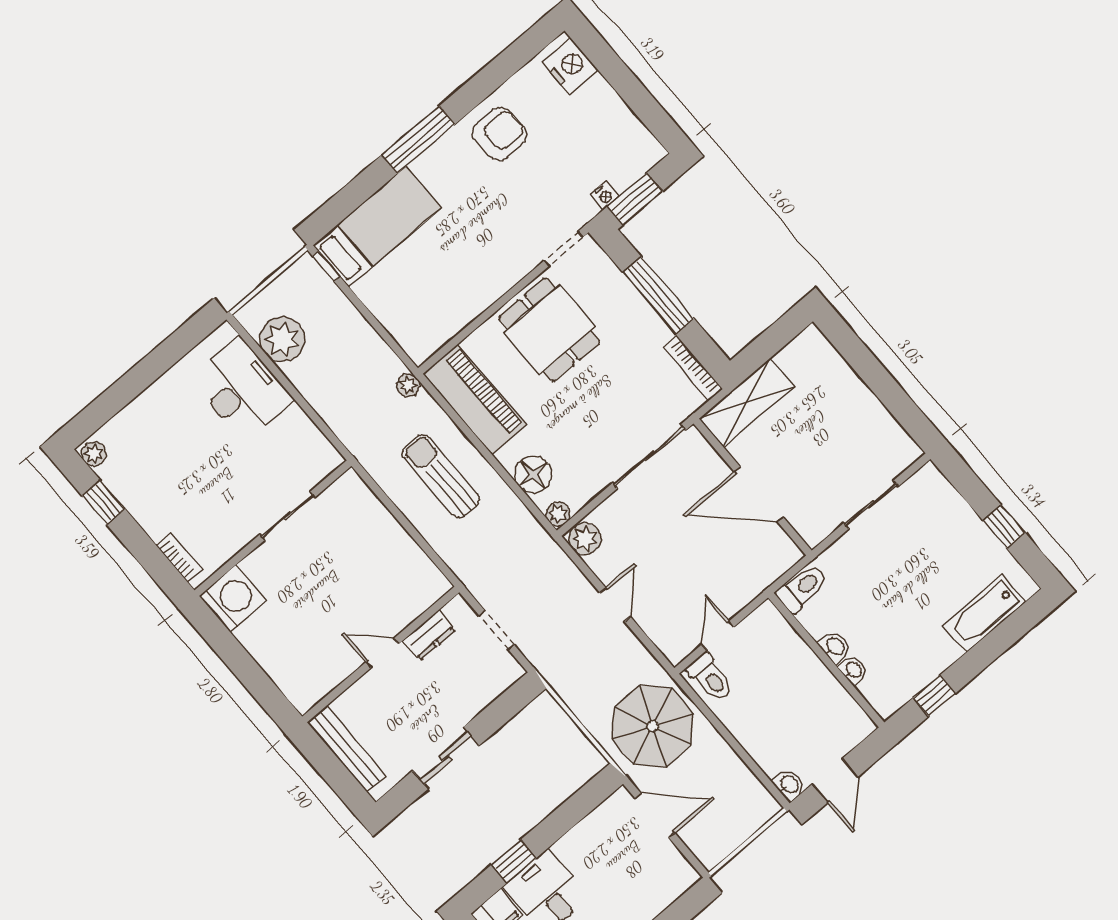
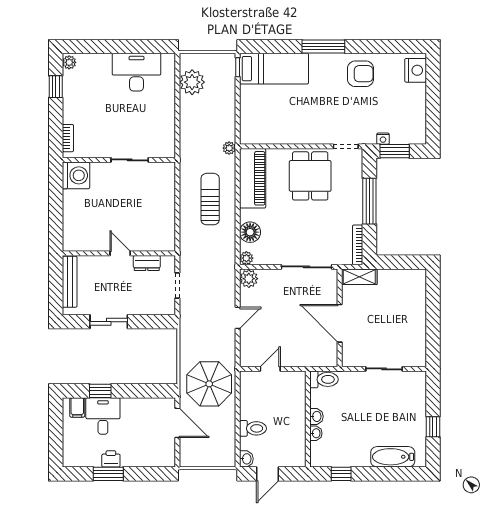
desk: (242, 389) -> (137, 72), moved, turned -90
shelving: (747, 402) -> (359, 277), width x0.67, depth x0.75
toilet: (710, 678) -> (253, 428), moved, turned -90

